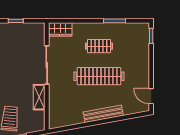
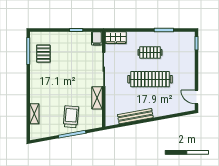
filing cabinet: (39, 30) -> (97, 38), added
bench: (103, 114) -> (135, 116), moved

